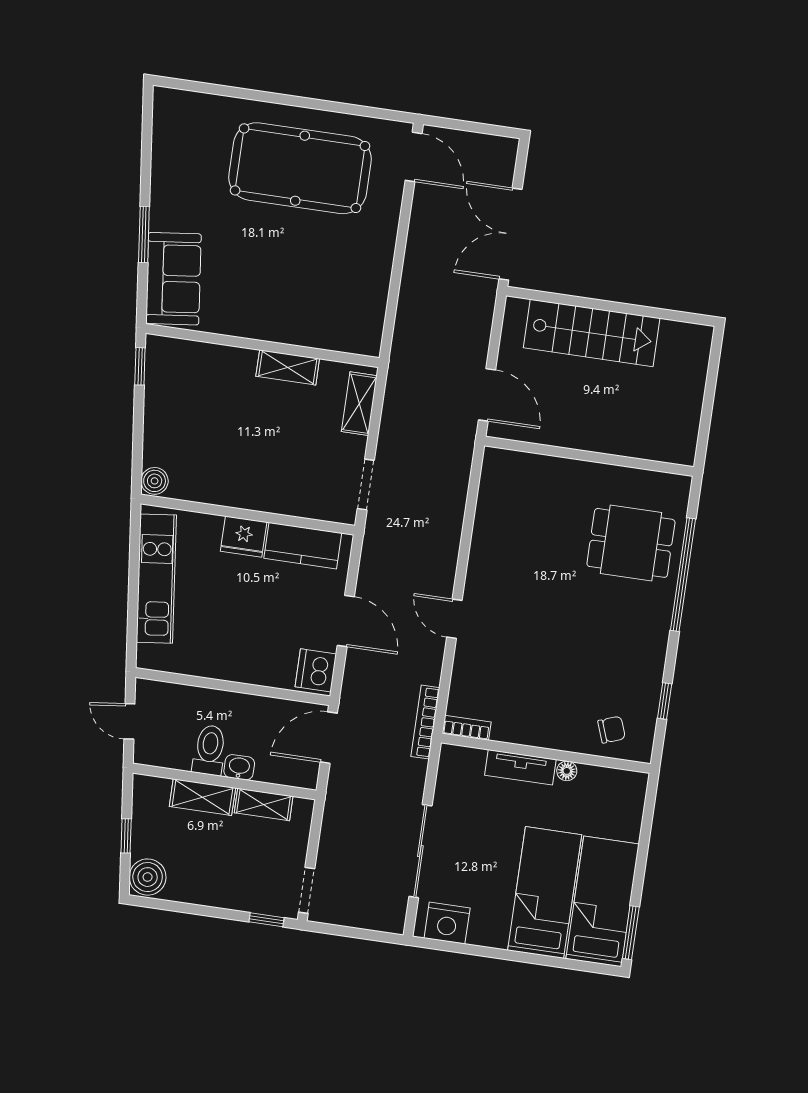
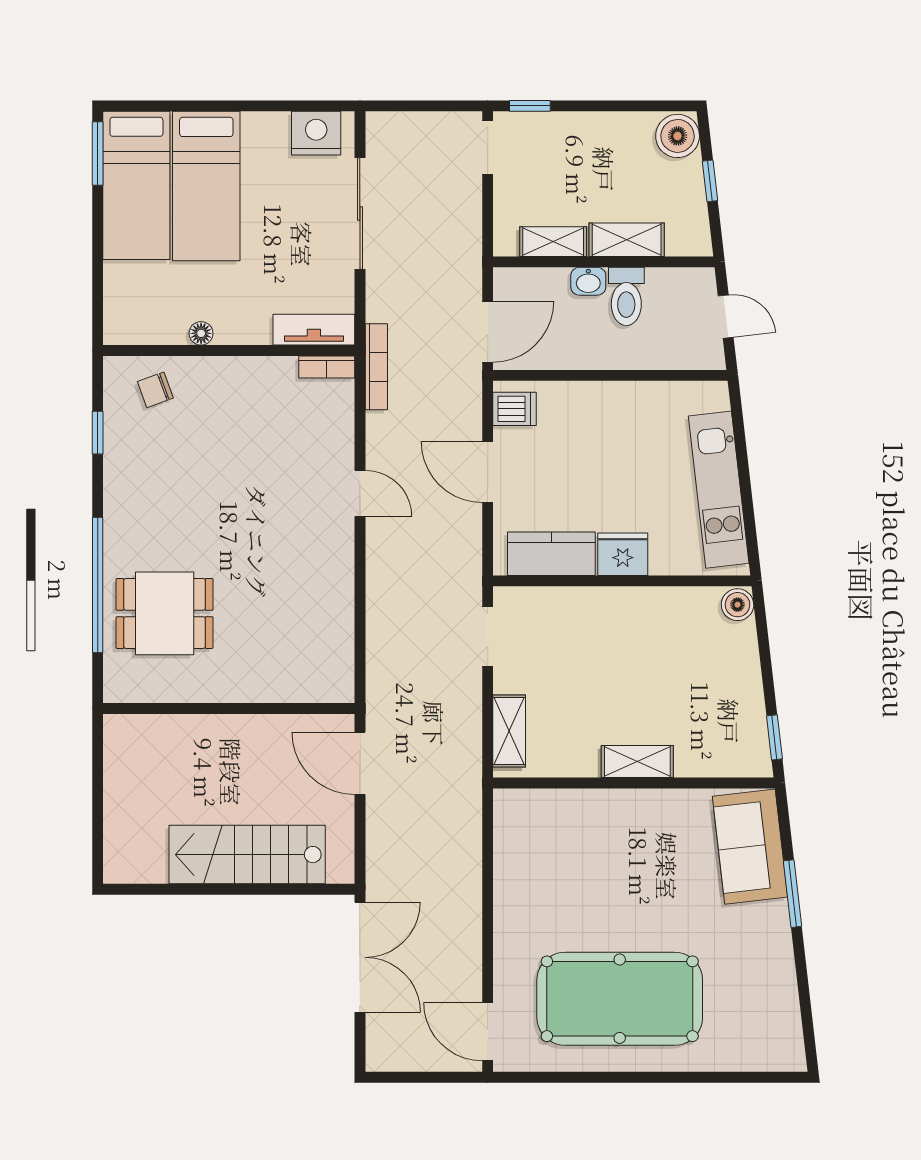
shelving: (288, 367) -> (637, 762), moved
dishwasher: (316, 670) -> (515, 409), width x0.73
tv unit: (520, 767) -> (314, 330), moved

